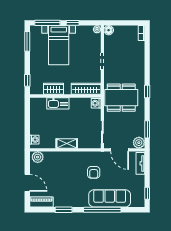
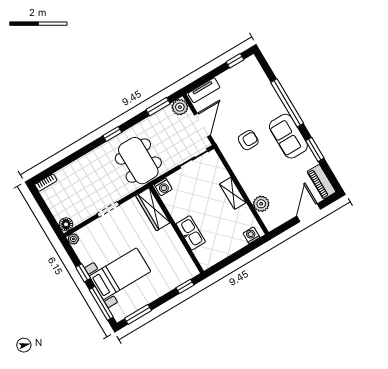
wardrobe: (53, 89) -> (176, 249), removed
plant: (38, 157) -> (261, 204), moved
sofa: (110, 198) -> (288, 136), moved, width x0.73

